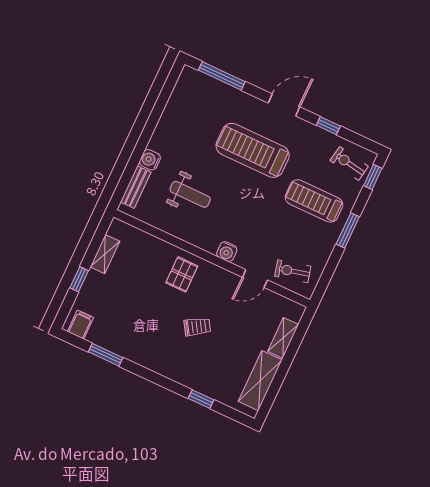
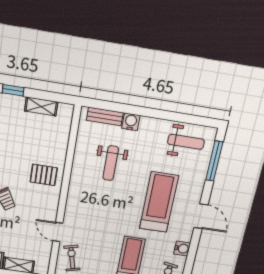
weight bench: (190, 103) -> (186, 142), added
window: (328, 126) -> (192, 253), removed
water cooler: (227, 252) -> (182, 249), moved, turned 180

